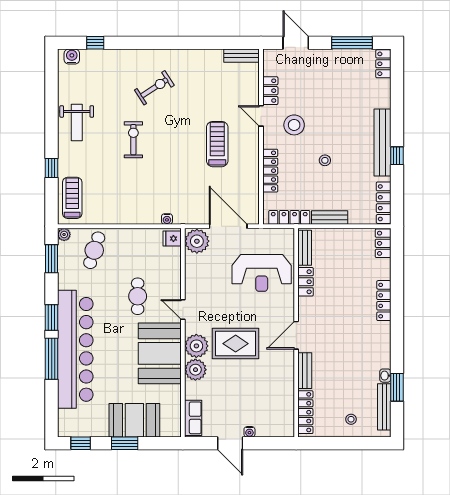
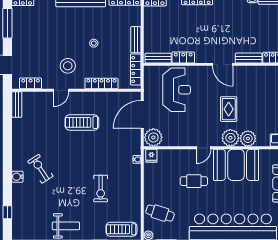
water cooler: (72, 57) -> (17, 177), moved
locker: (270, 91) -> (31, 83), moved
exercise bike: (133, 140) -> (101, 189), moved, turned -90
rug: (236, 344) -> (229, 109), width x0.73, depth x0.70

